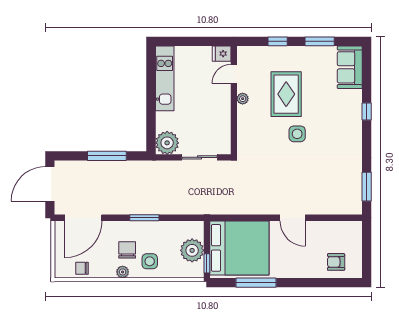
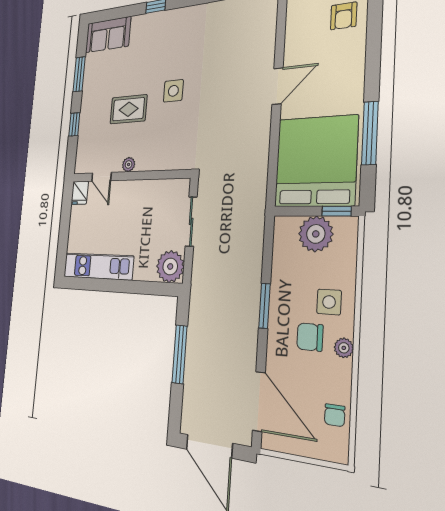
rug: (286, 94) -> (128, 109), width x0.73, depth x0.70

